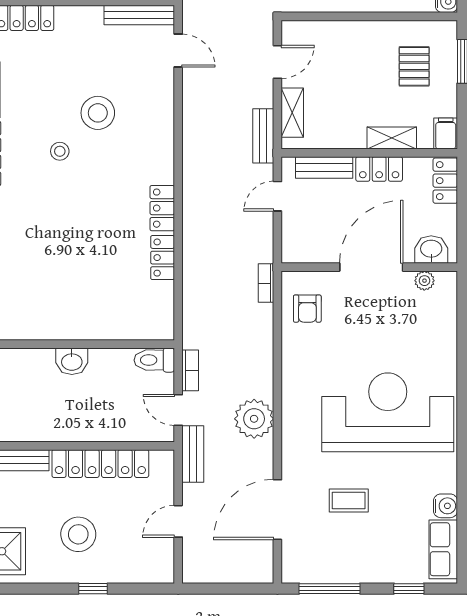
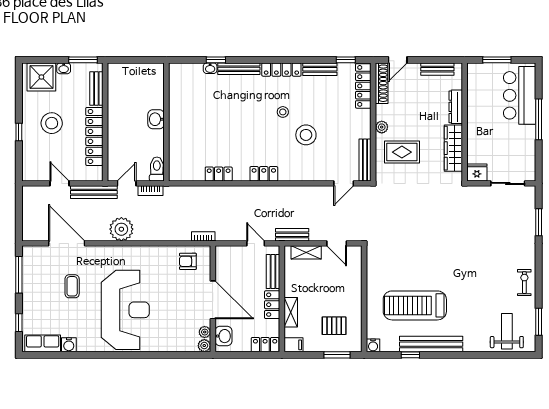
locker: (162, 208) -> (264, 174), moved
plant: (447, 281) -> (204, 346), added
bench: (193, 454) -> (94, 192), width x1.36

